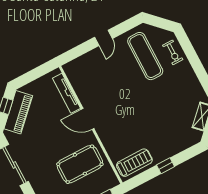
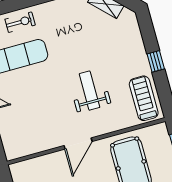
tv unit: (66, 93) -> (41, 162), removed
weight bench: (131, 119) -> (90, 91), added

